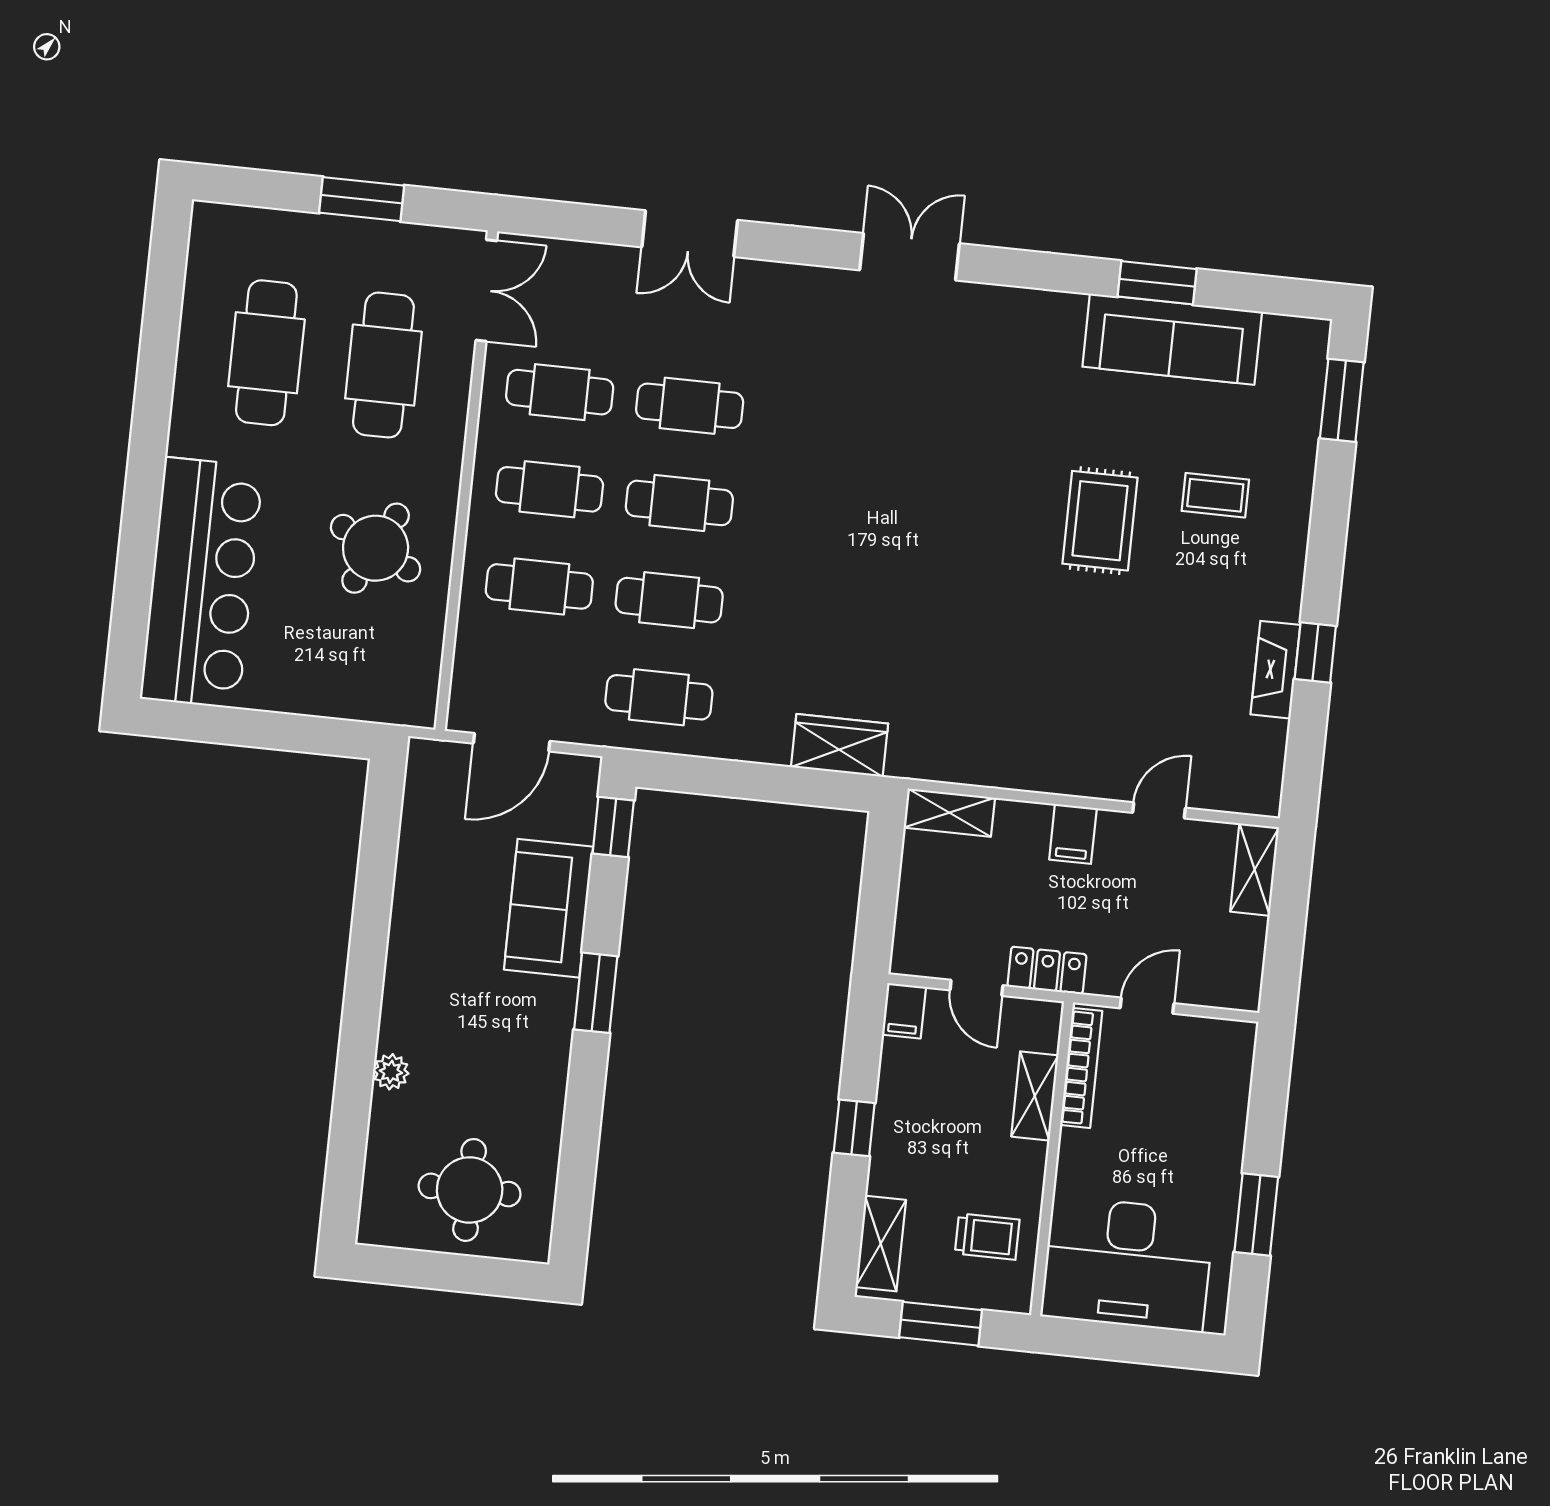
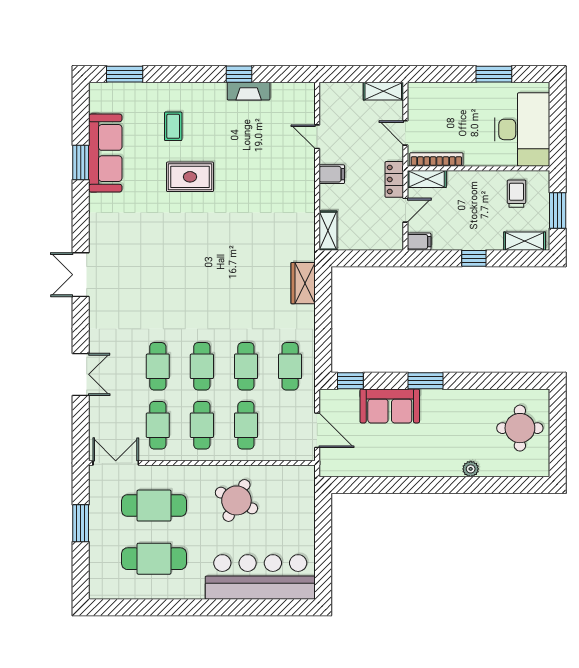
shelving: (1255, 869) -> (383, 91), moved
shelving: (1035, 1096) -> (427, 179), moved

